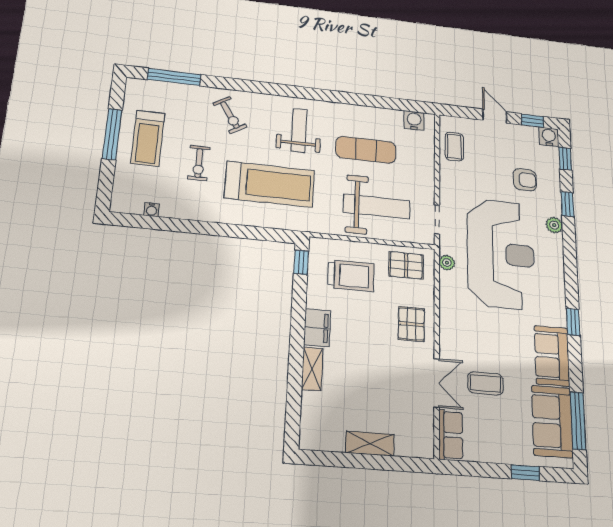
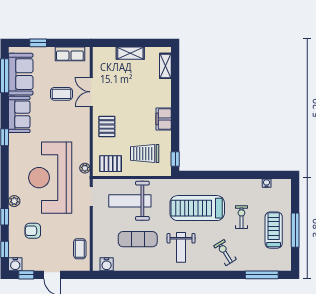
shelving: (312, 369) -> (165, 66), moved
row of seats: (451, 435) -> (70, 54), moved, turned -90

